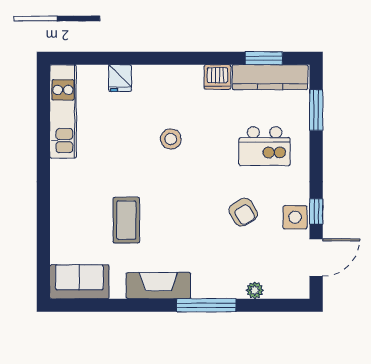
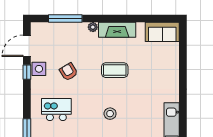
coffee table: (126, 220) -> (115, 70), moved, turned 90
plant: (255, 290) -> (93, 27), moved
window: (206, 305) -> (65, 18), moved

